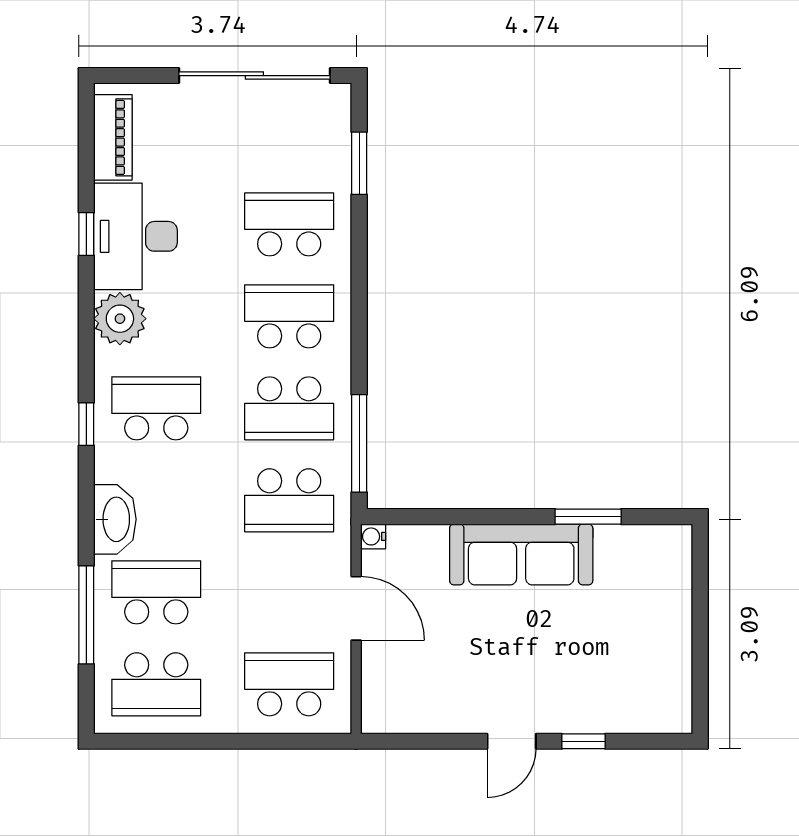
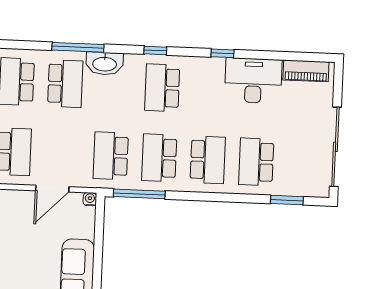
school desk: (289, 224) -> (256, 162), turned 180
window: (86, 234) -> (222, 53), moved
plant: (120, 319) -> (210, 71), removed
school desk: (156, 408) -> (162, 88), turned 180
window: (86, 615) -> (78, 47), moved

